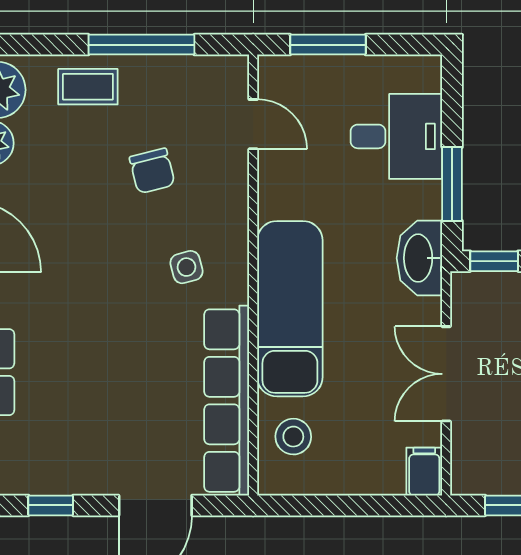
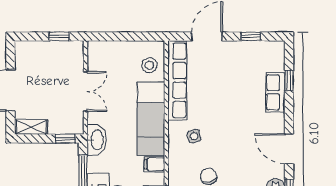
filing cabinet: (424, 472) -> (154, 164), moved, turned 90

